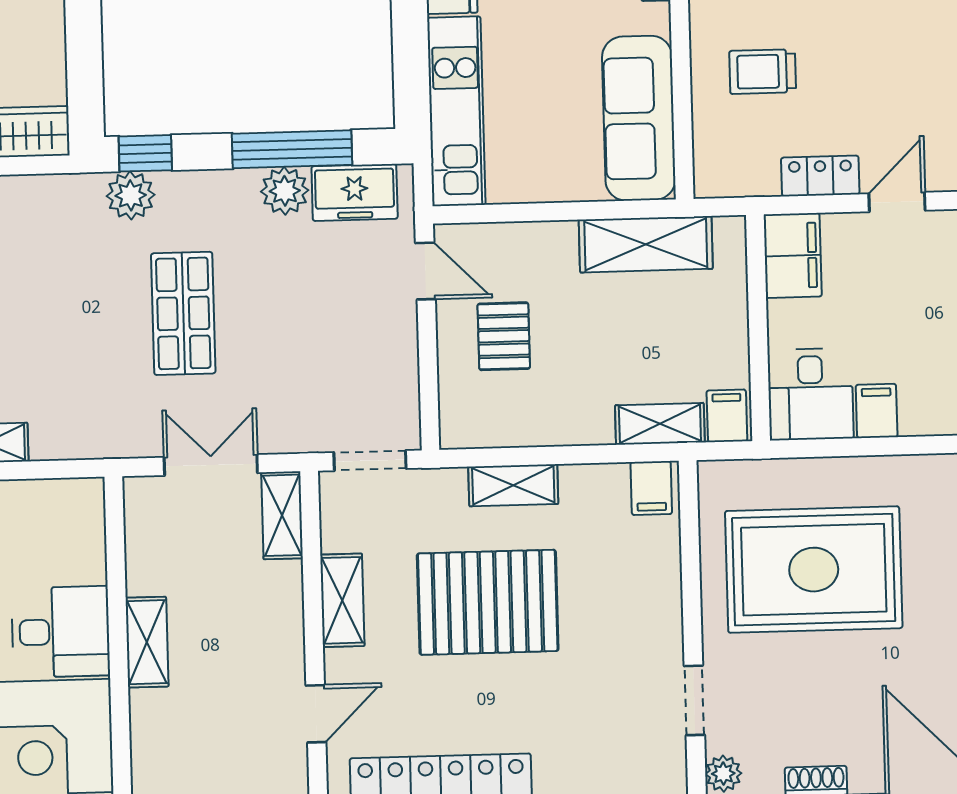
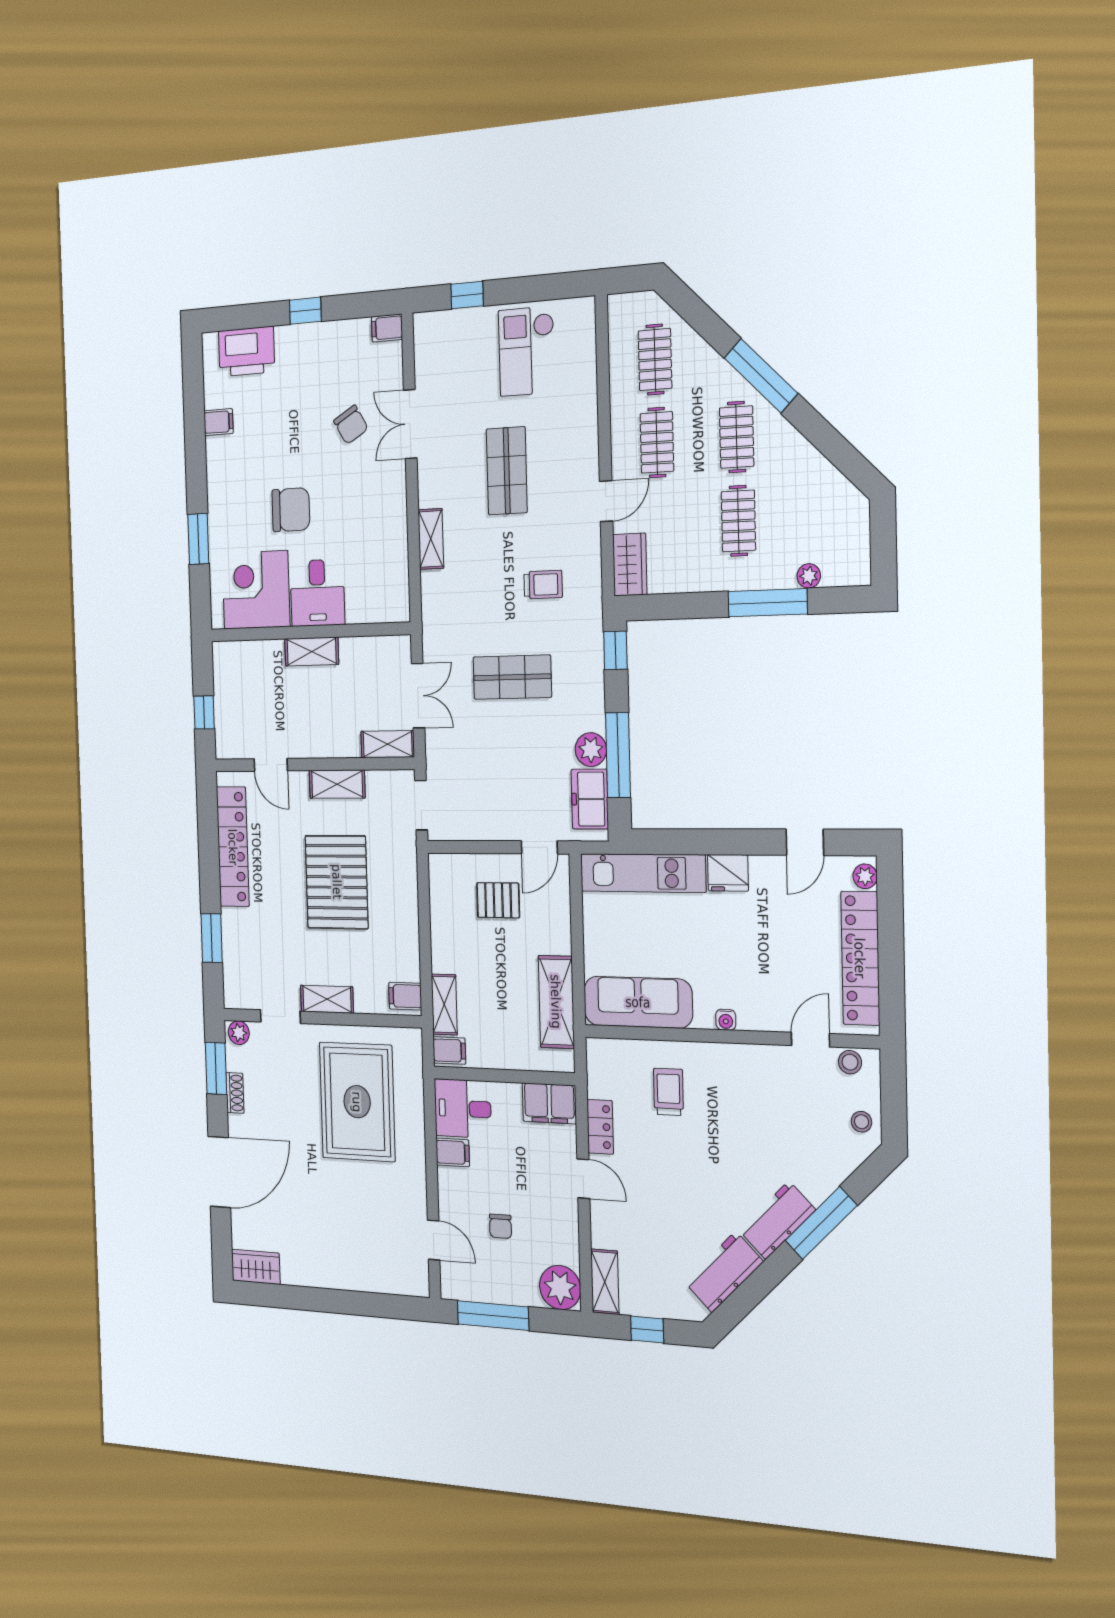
plant: (131, 195) -> (588, 640), removed
trolley: (52, 265) -> (543, 585), added
shelving: (513, 485) -> (327, 999), moved, turned 90

